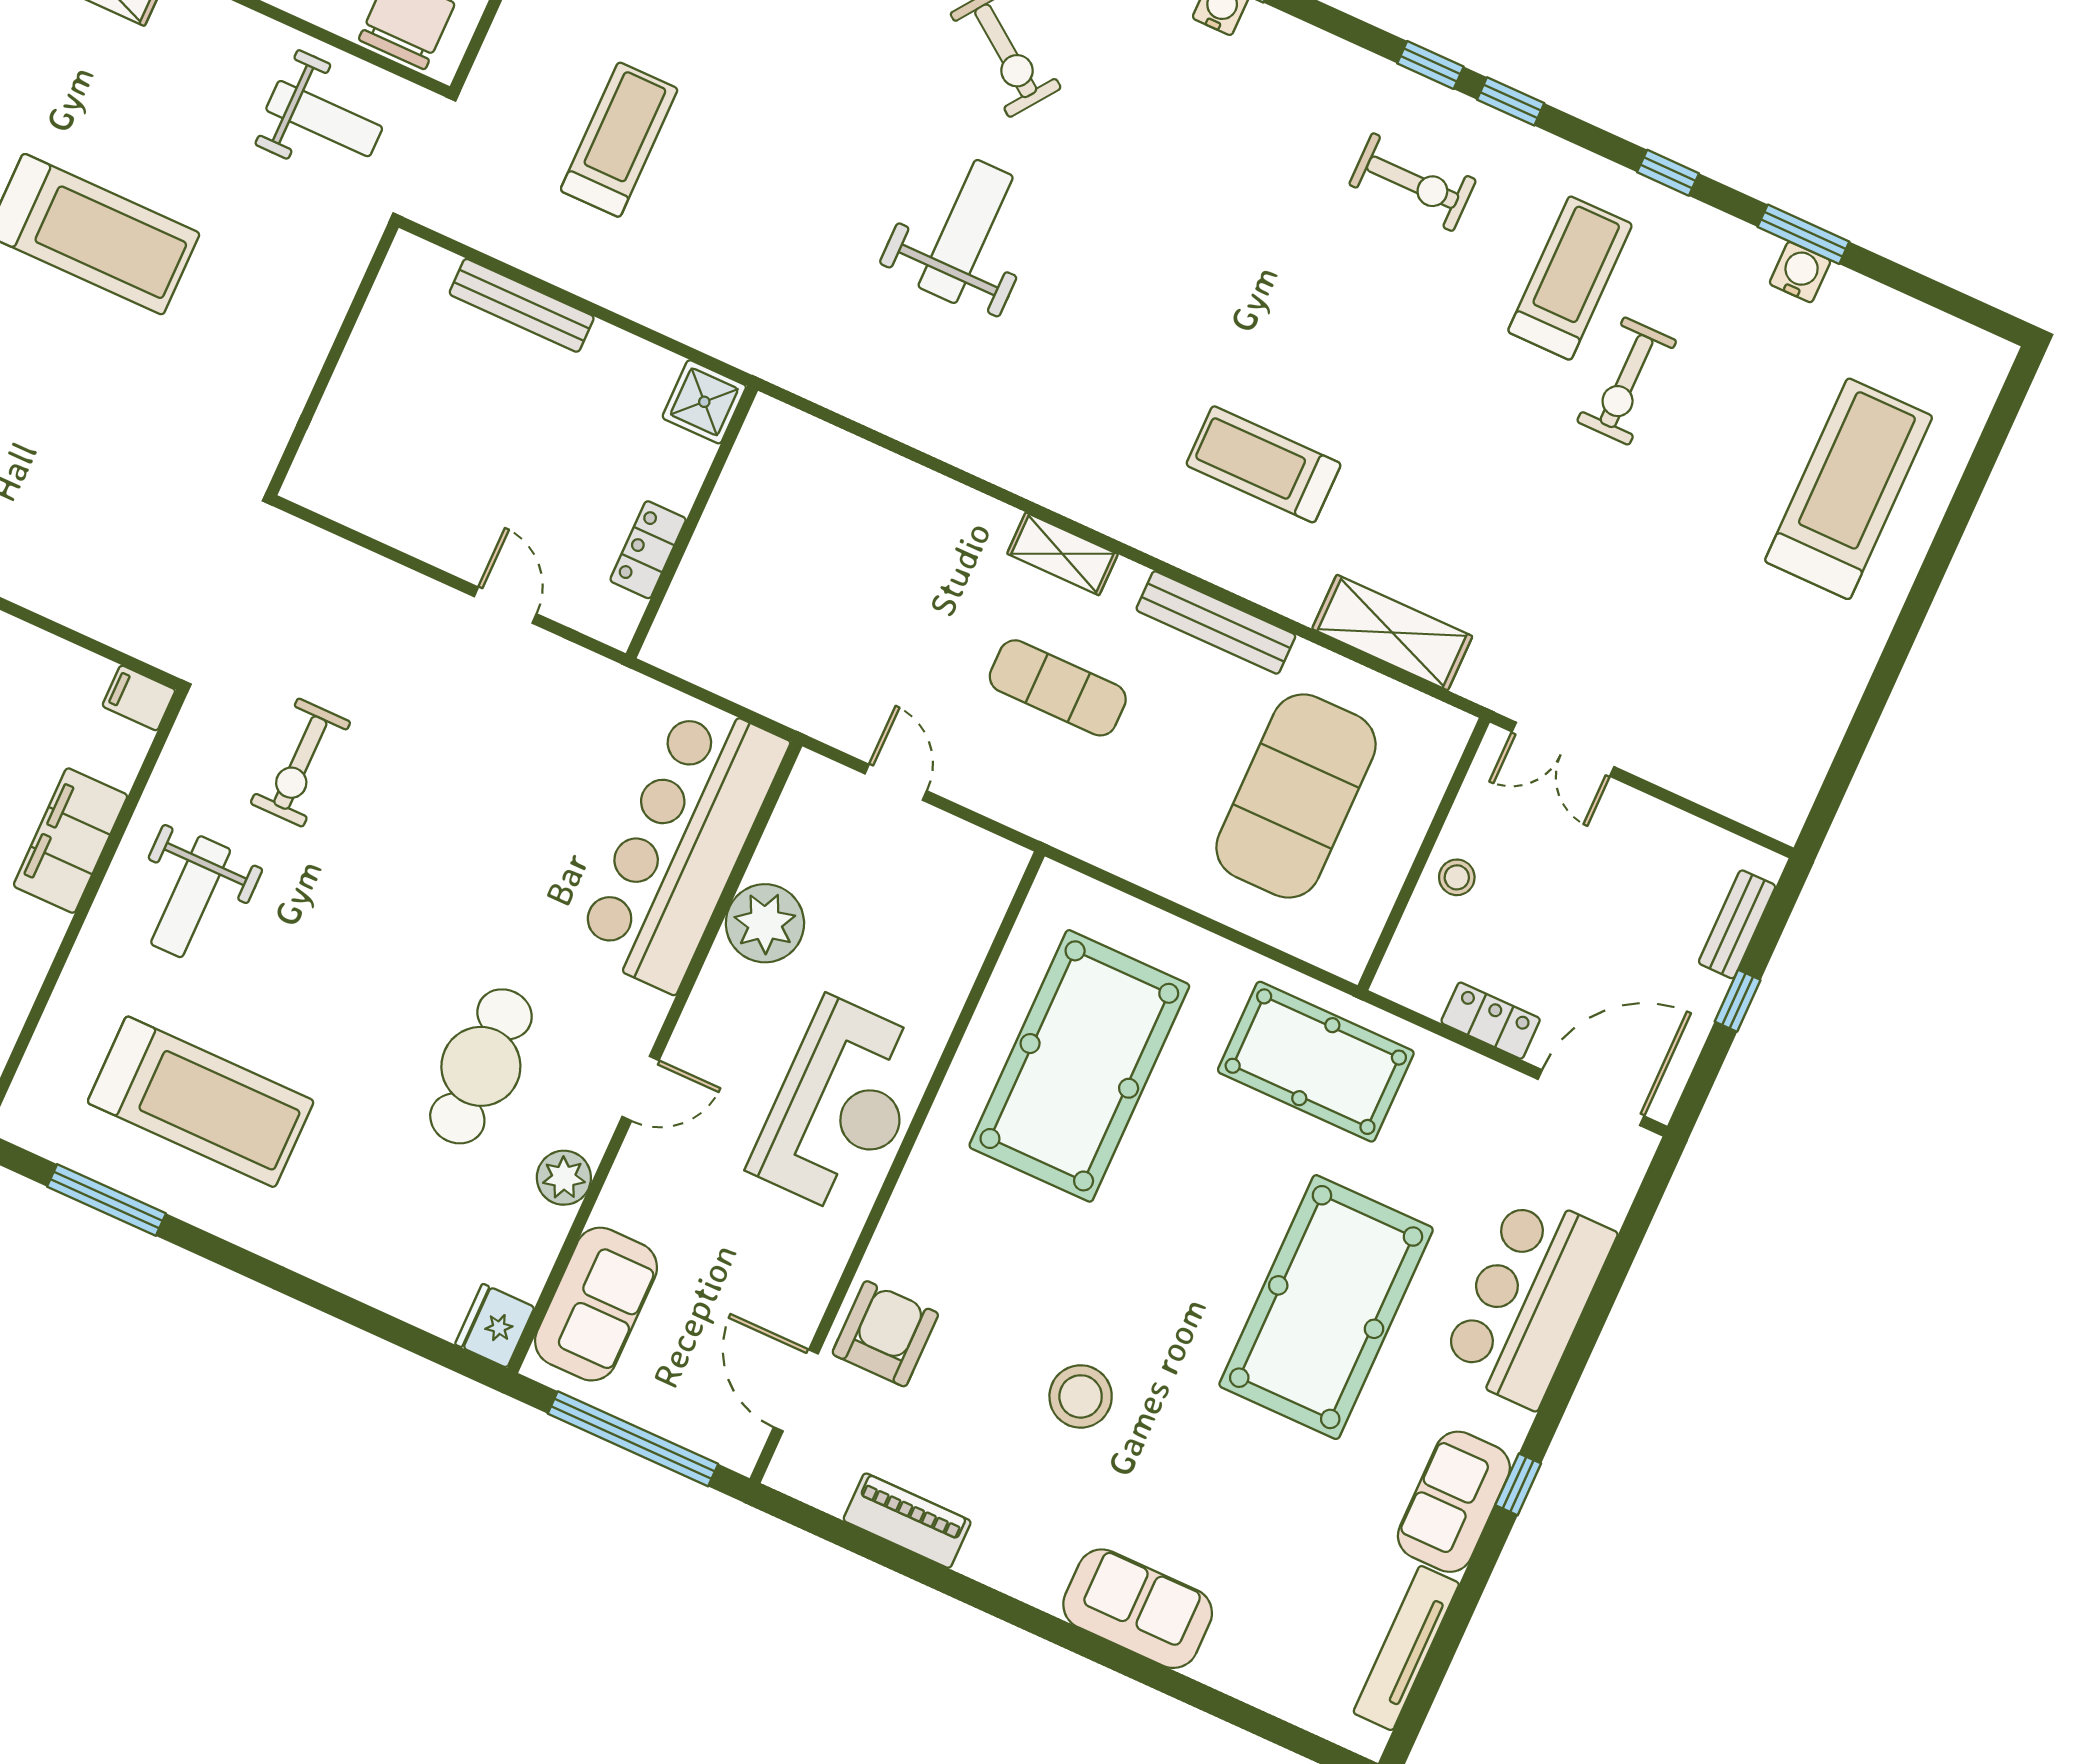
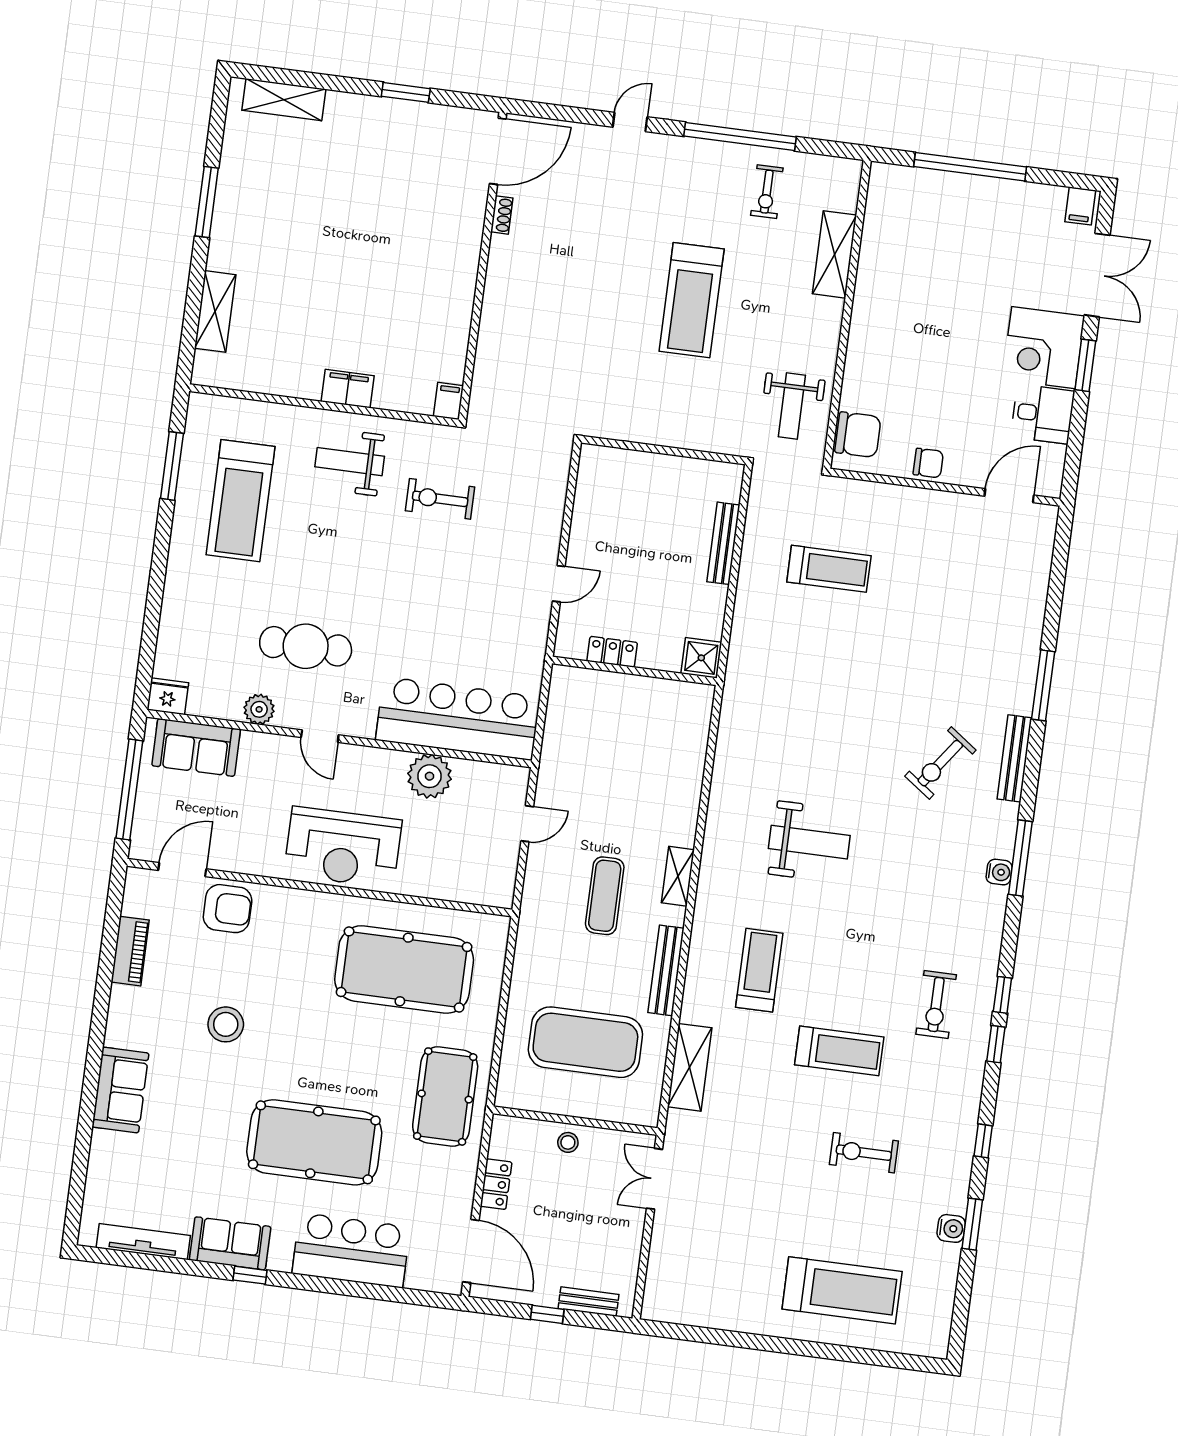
weight bench: (966, 231) -> (809, 842), moved
treadmill: (1570, 278) -> (839, 1051), moved
filing cabinet: (71, 841) -> (348, 389), width x0.67, depth x0.86

